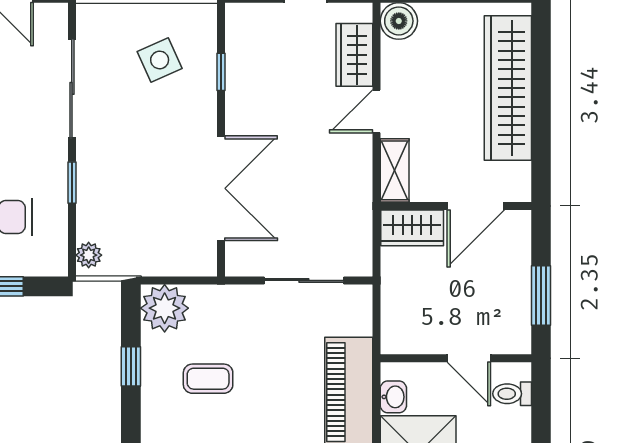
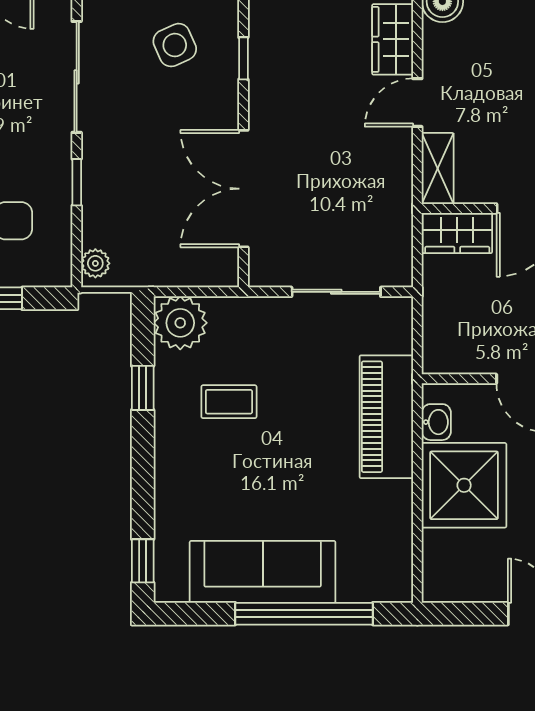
double door: (221, 188) -> (243, 189), swing flipped

